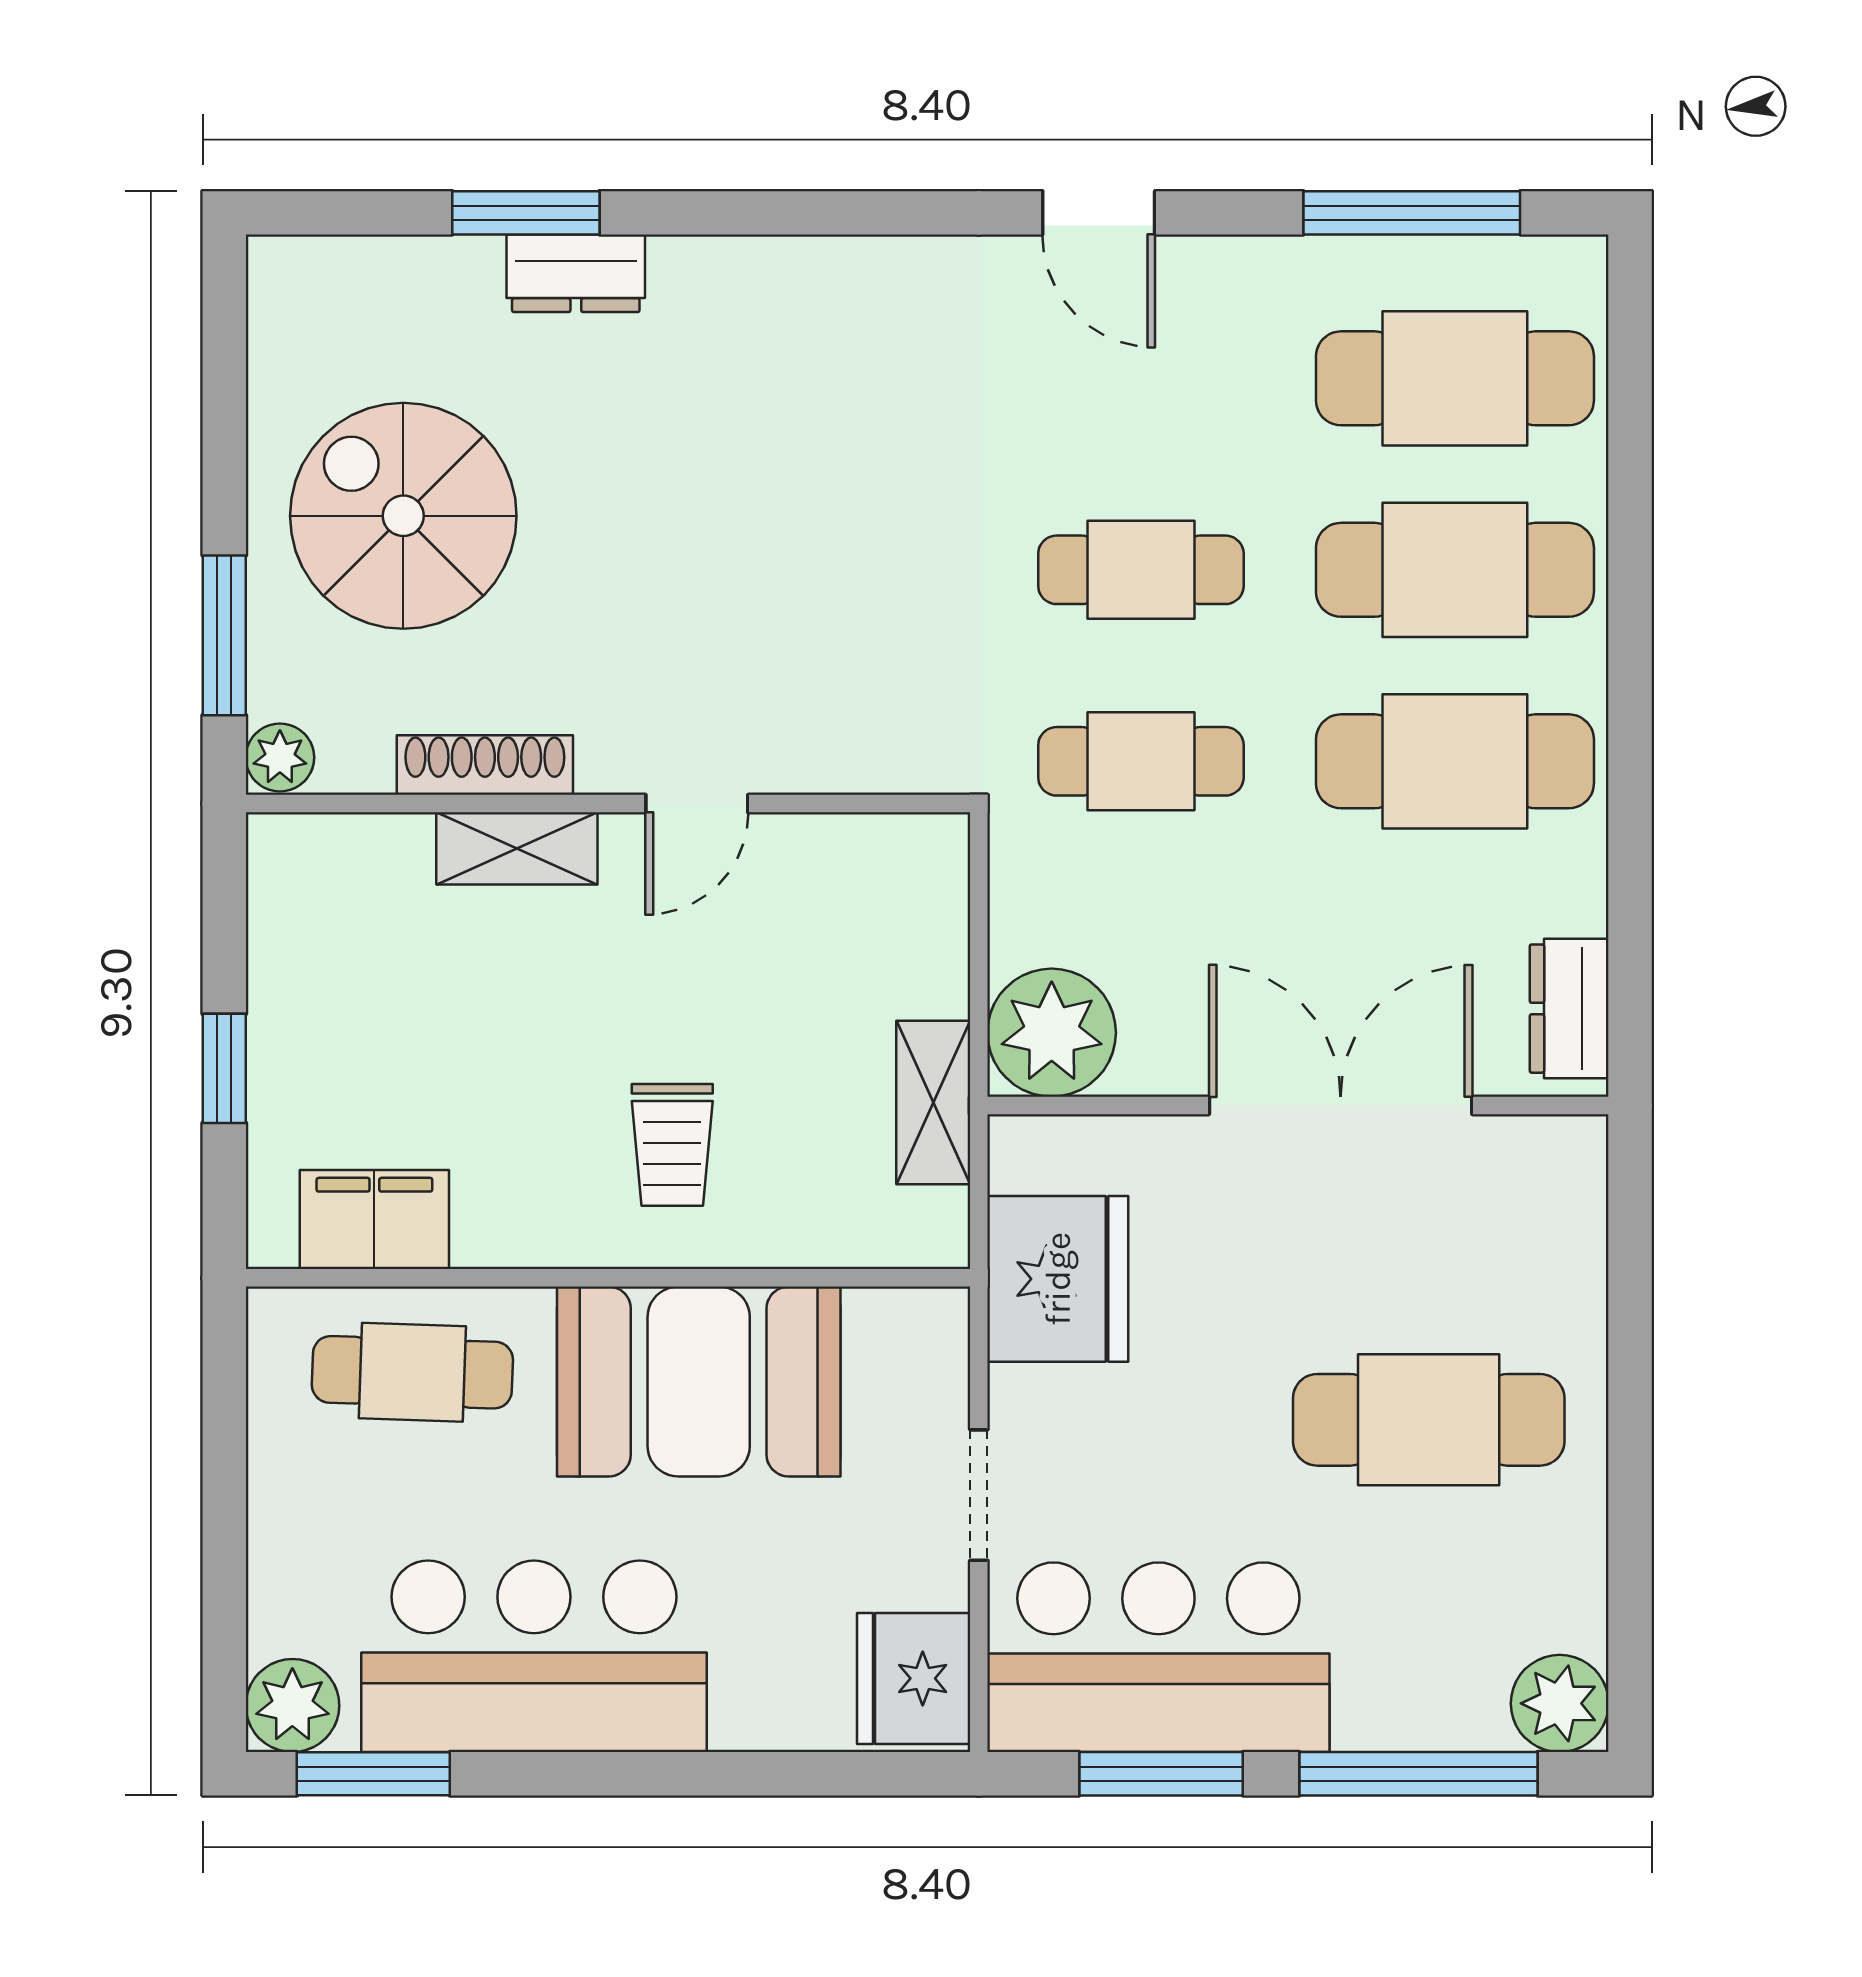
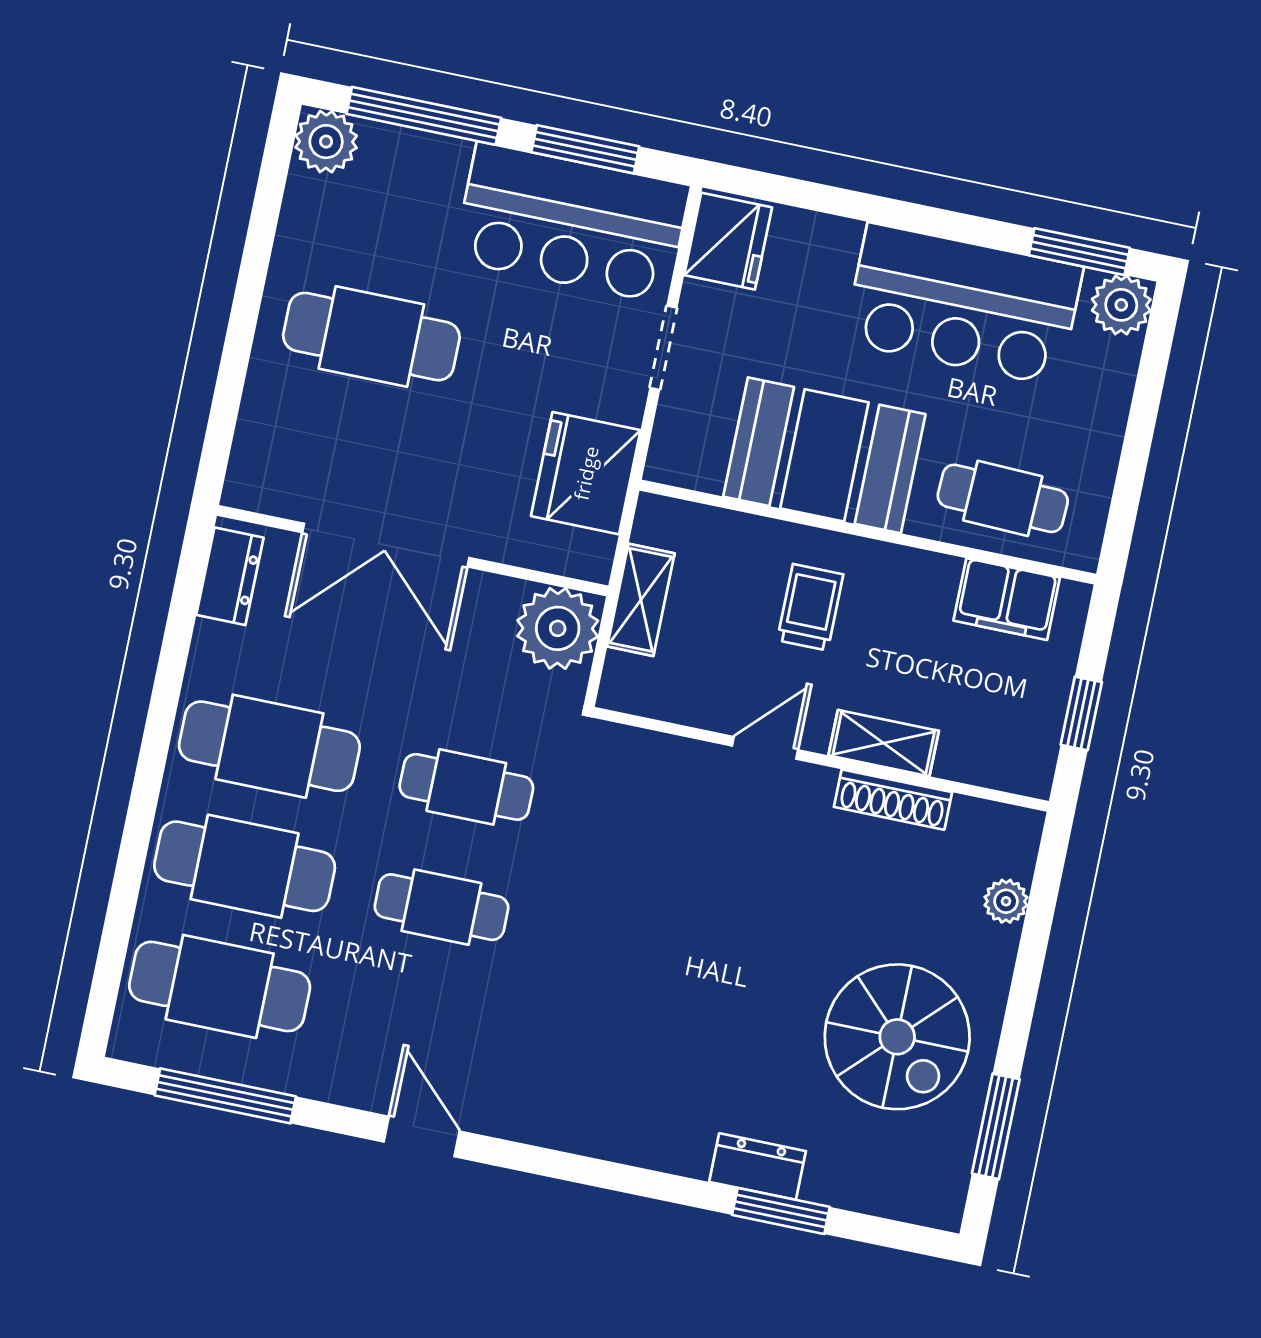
window: (224, 635) -> (996, 1126), moved
shoe rack: (485, 765) -> (893, 800), moved
wall: (608, 804) -> (821, 759), moved
door: (697, 804) -> (765, 748), moved
shelving: (517, 848) -> (884, 743), moved

